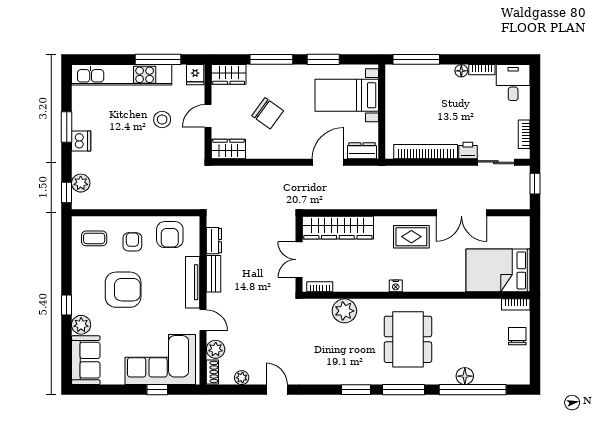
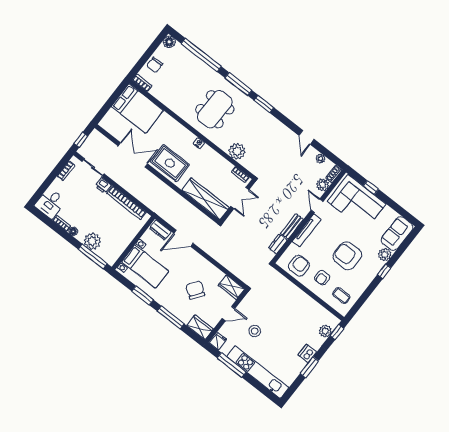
plant: (431, 77) -> (92, 241), added
rug: (411, 237) -> (170, 163), width x1.36, depth x1.43
floor lamp: (465, 376) -> (169, 42), moved

